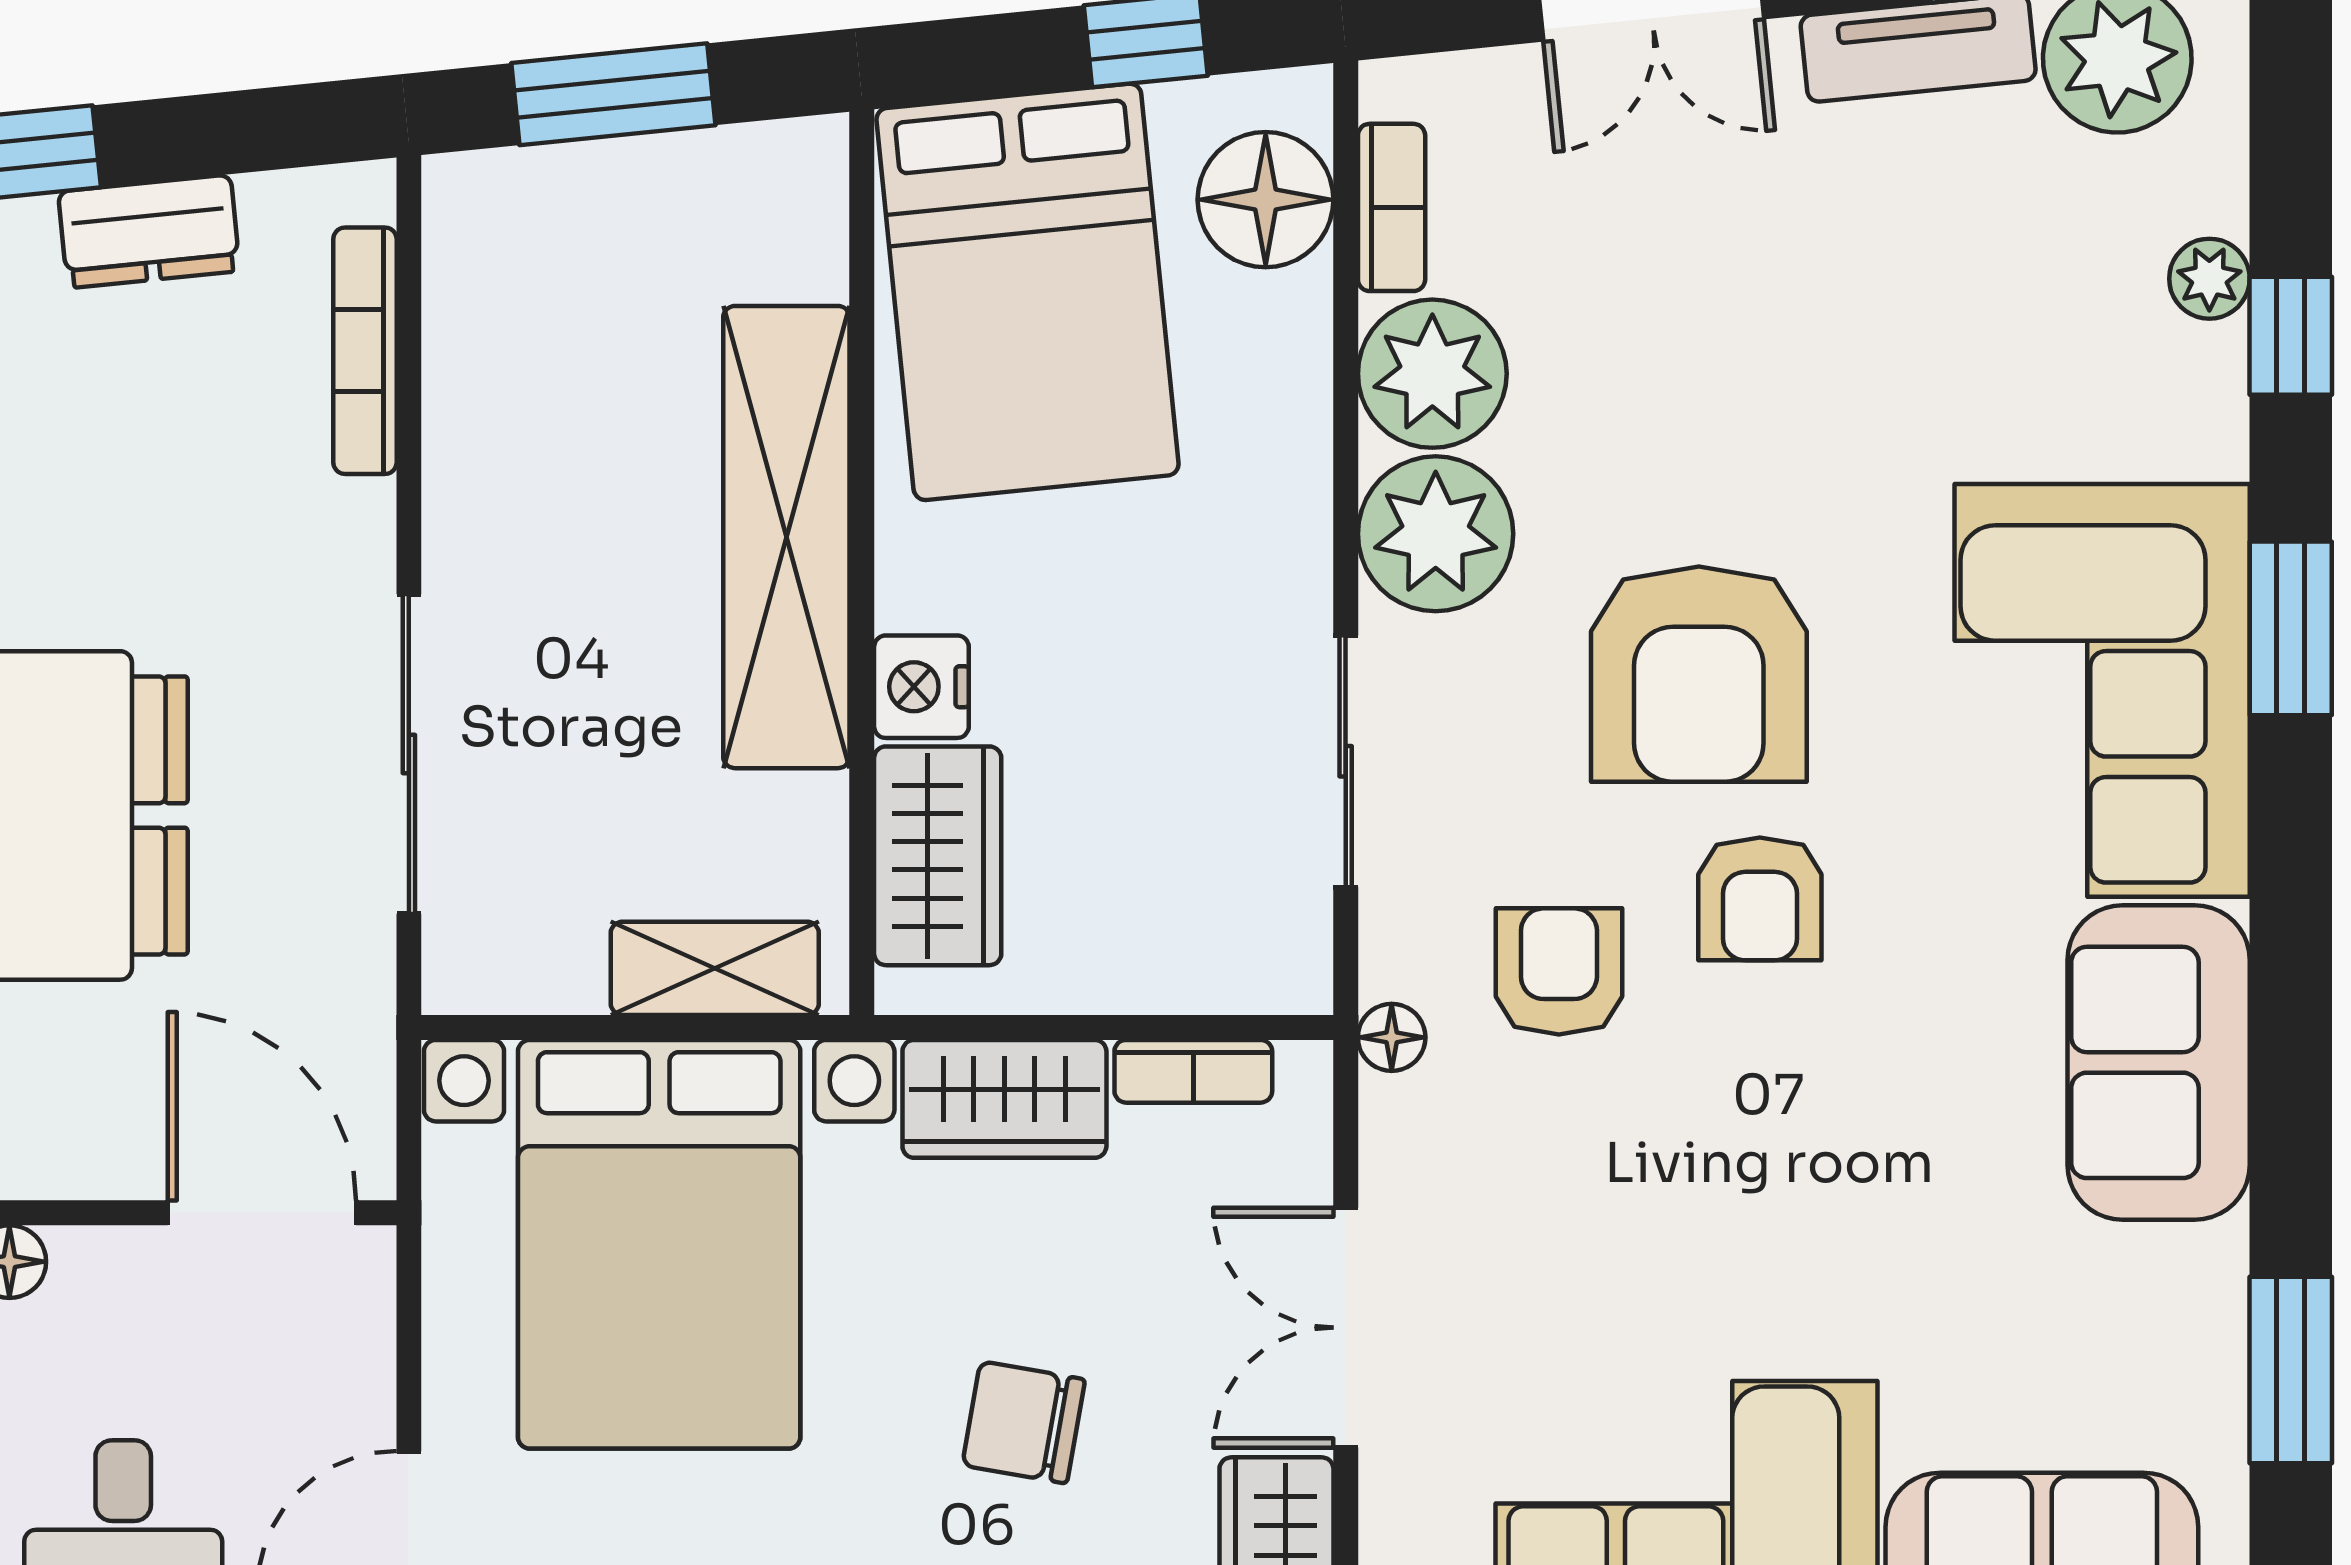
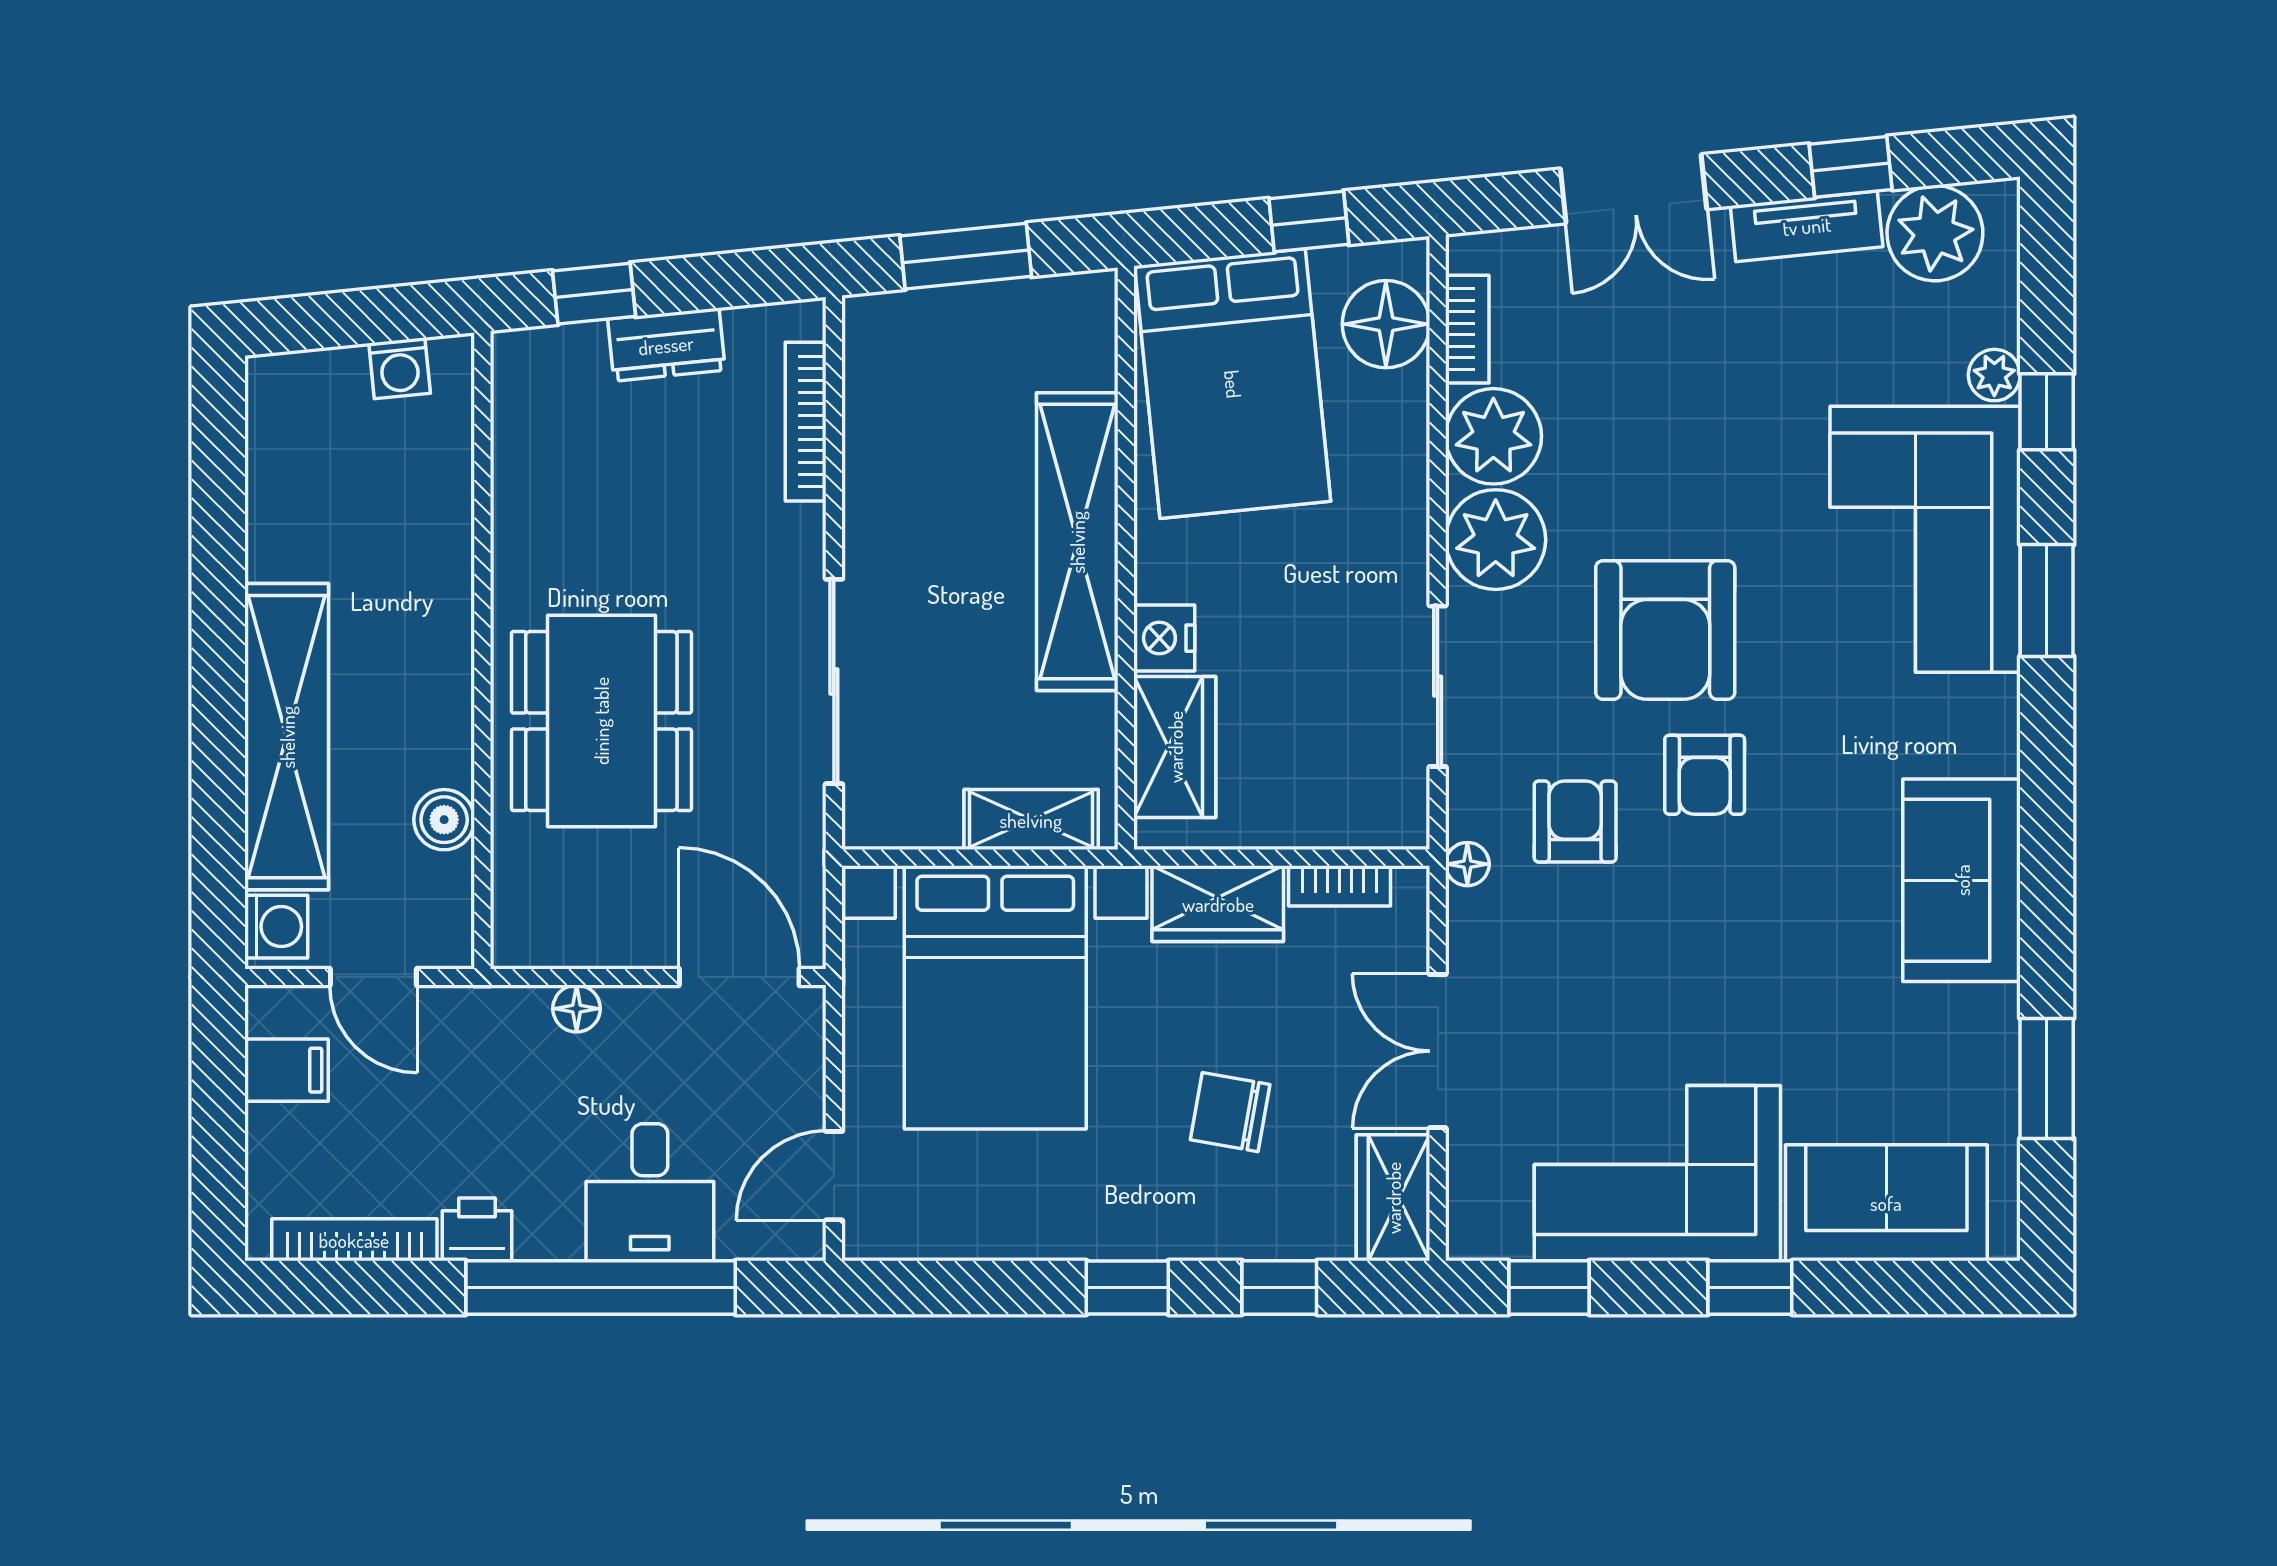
corner sofa: (2102, 690) -> (1925, 539), moved

